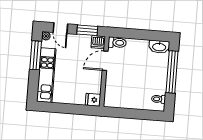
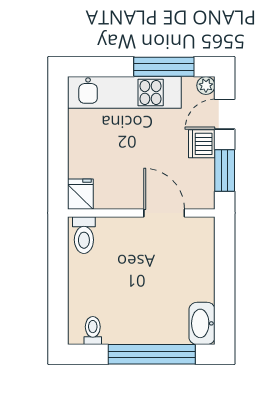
dishwasher: (98, 42) -> (202, 144), moved
toilet: (117, 43) -> (84, 235), moved

